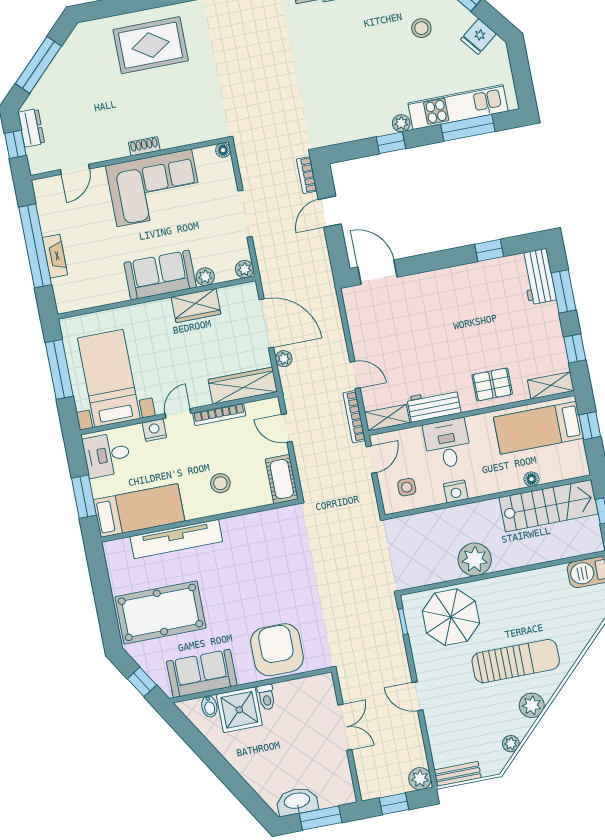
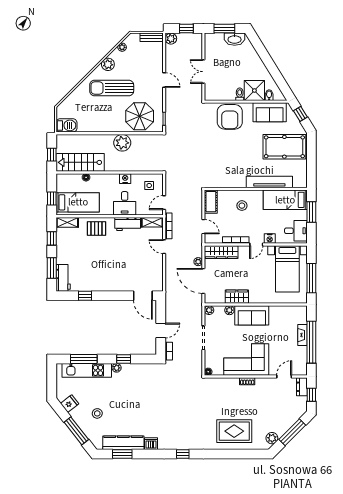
plant: (75, 46) -> (272, 438), added
dresser: (31, 128) -> (302, 387), moved

